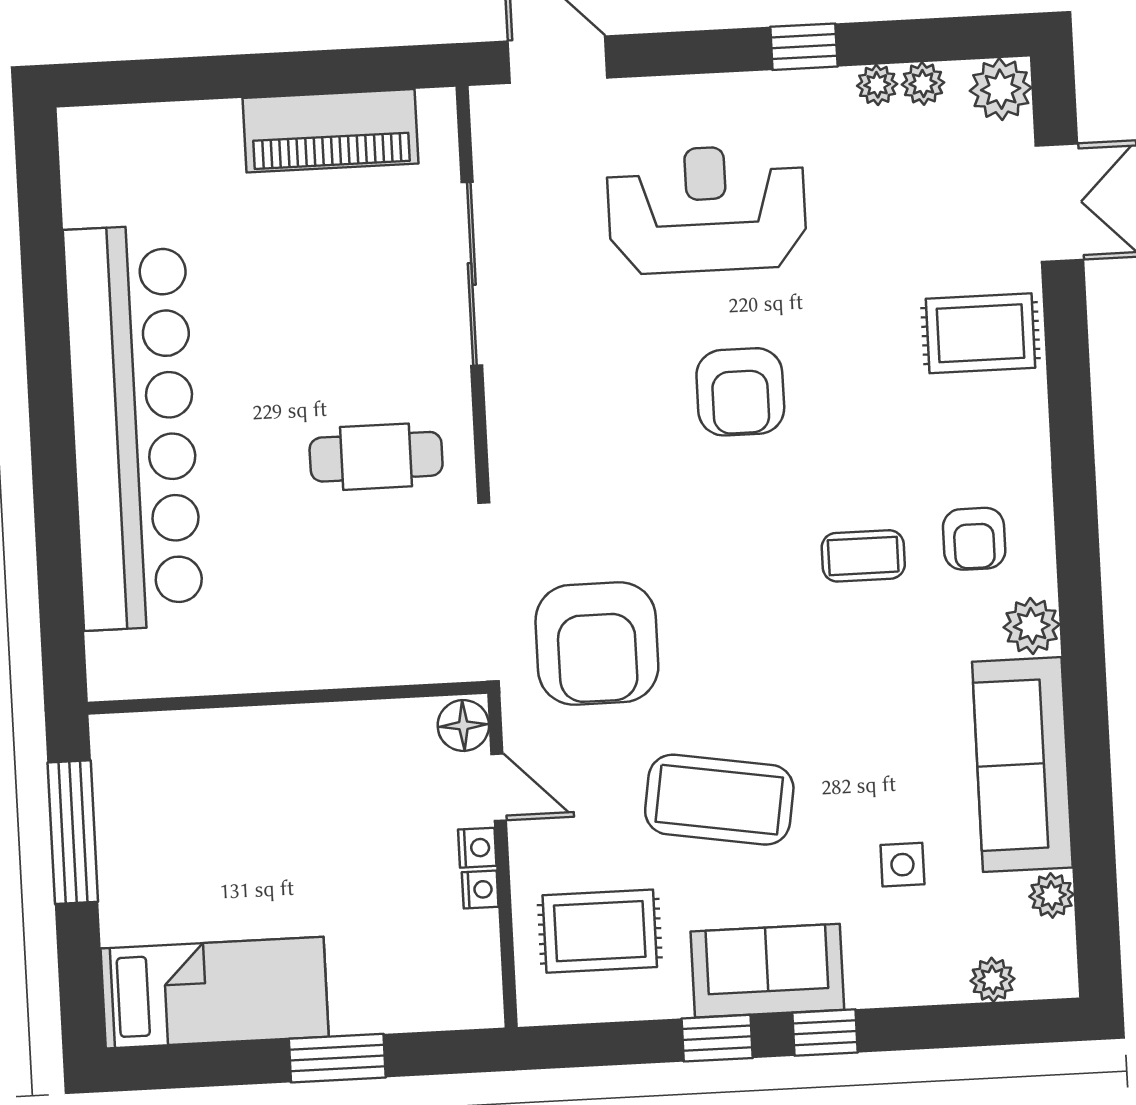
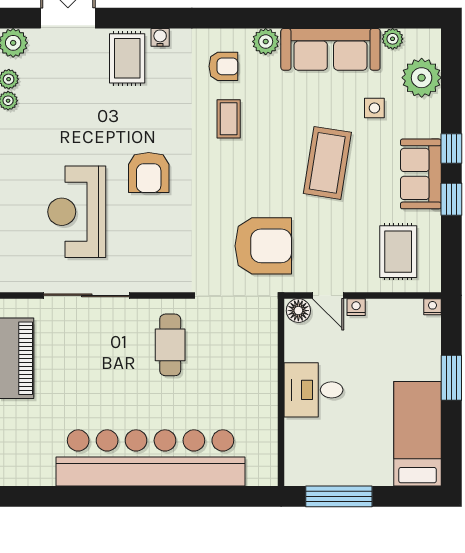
reception desk: (707, 209) -> (77, 212), moved
armchair: (740, 392) -> (149, 172), turned 90
water cooler: (1029, 401) -> (160, 37), added
desk: (296, 766) -> (313, 390), added
door: (499, 787) -> (328, 295), swing flipped
coffee table: (719, 800) -> (327, 163), moved
nightstand: (480, 889) -> (433, 307), moved
plant: (993, 980) -> (422, 78), width x1.88, depth x1.88

